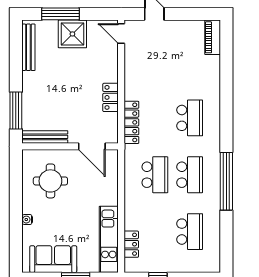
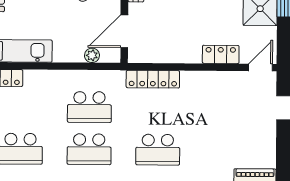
locker: (111, 97) -> (221, 54), moved
plant: (112, 173) -> (92, 55), added

